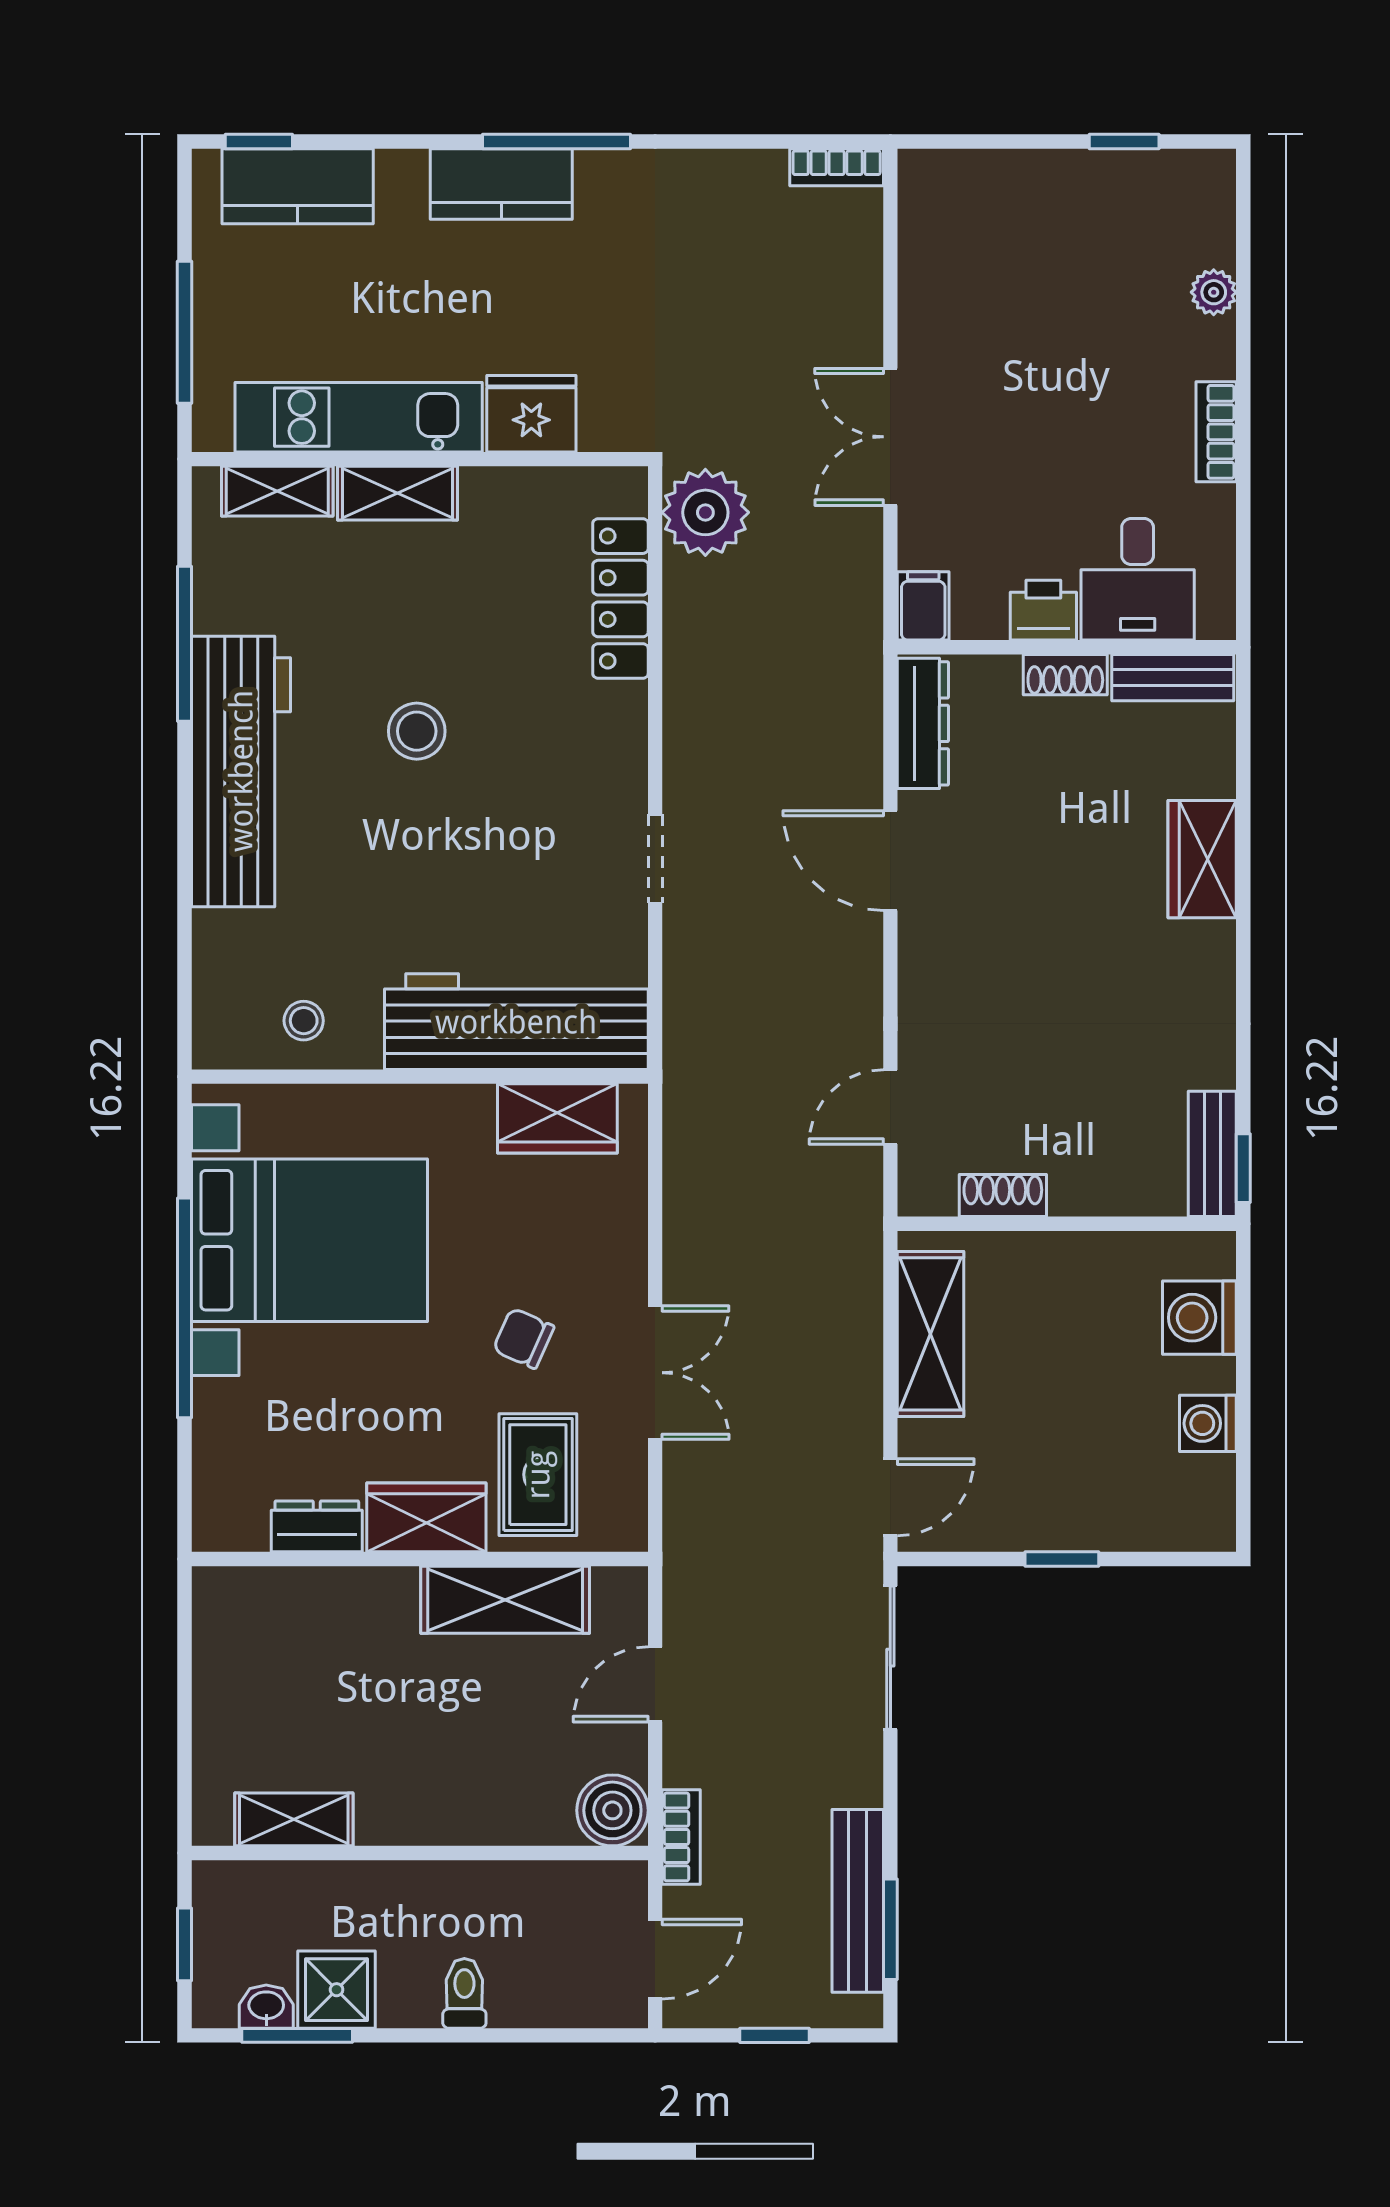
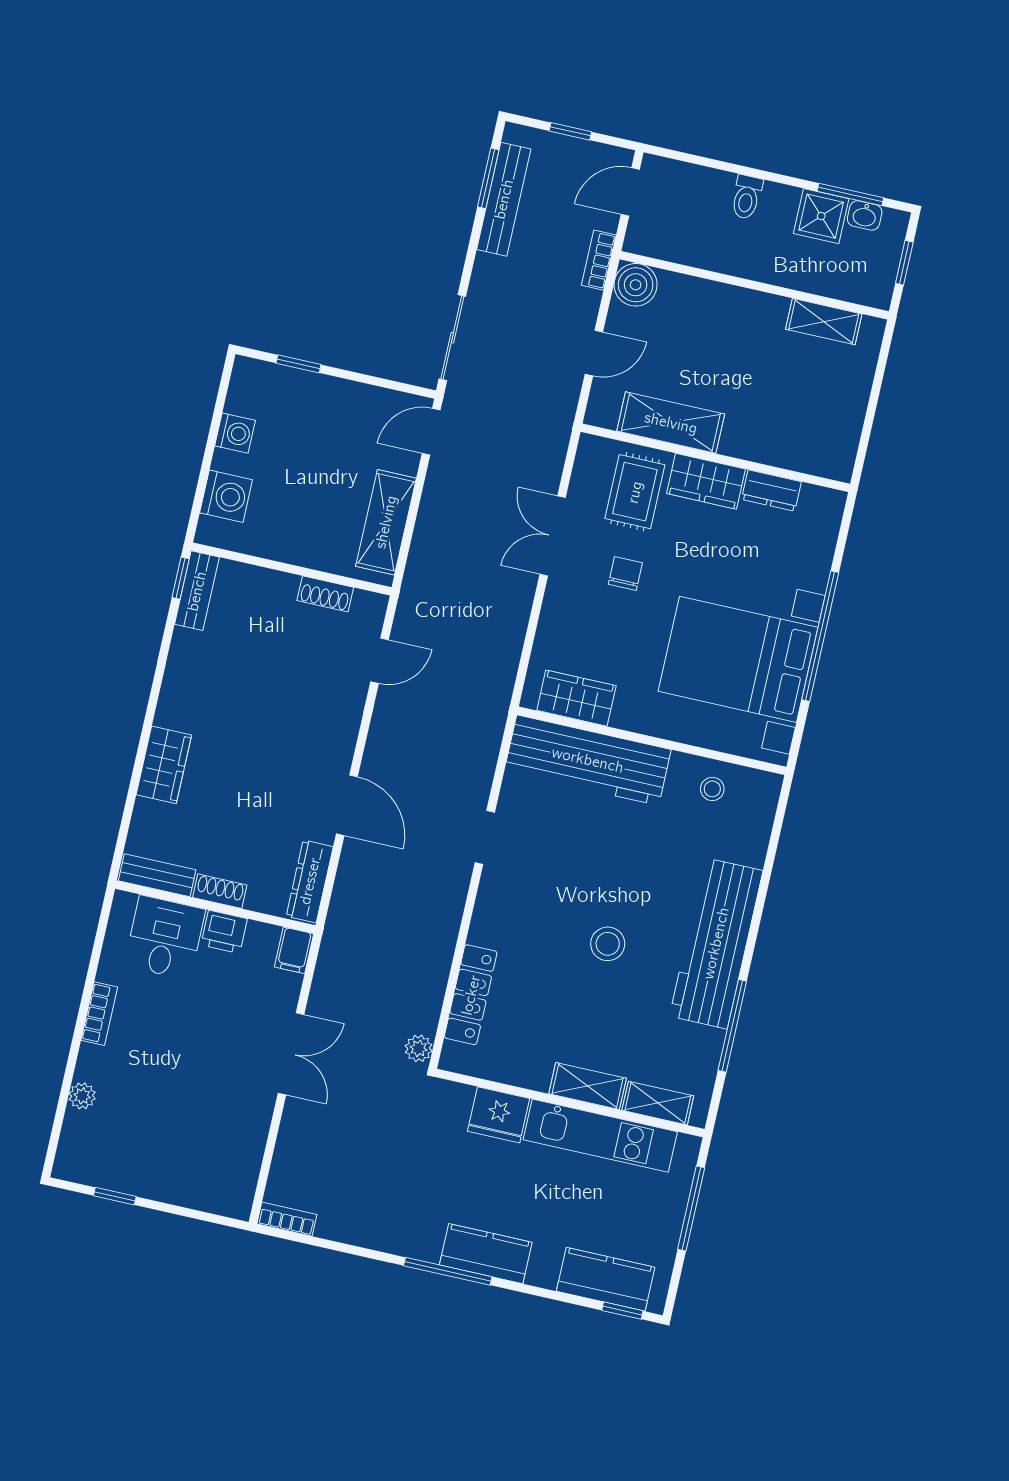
plant: (705, 512) -> (419, 1048), width x0.53, depth x0.53
chair: (524, 1338) -> (625, 574), turned -114
window: (1062, 1559) -> (299, 364), moved

